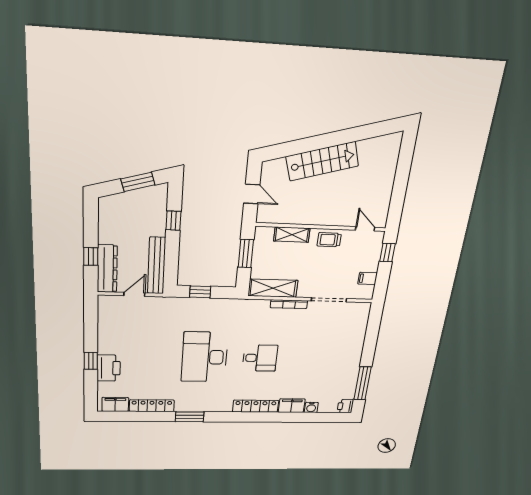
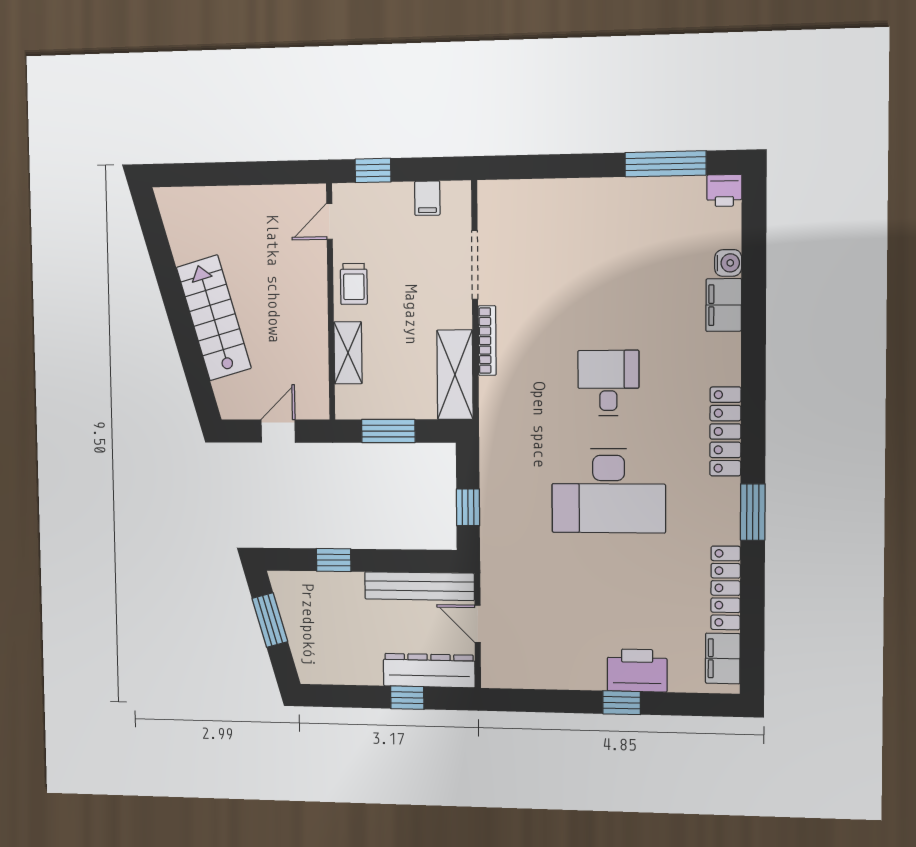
locker: (256, 406) -> (725, 431), moved

